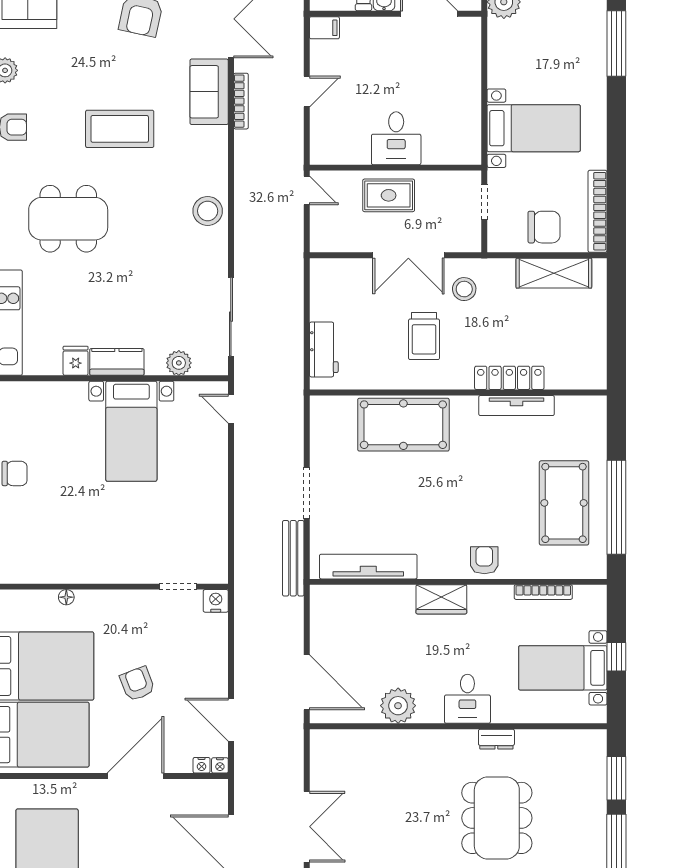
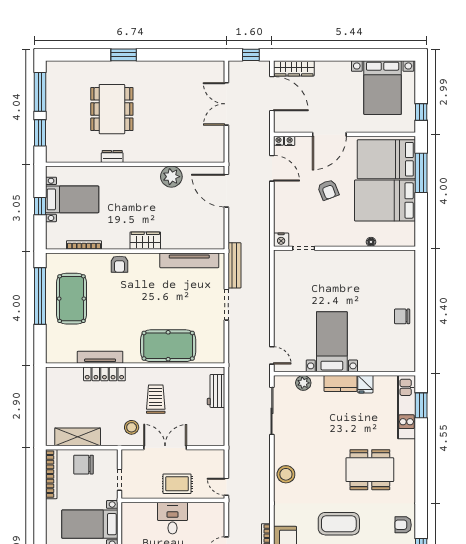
desk: (467, 699) -> (130, 181), removed

